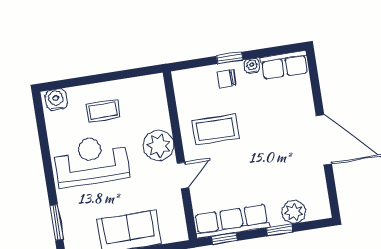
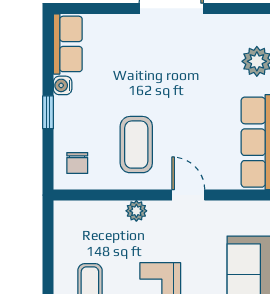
chair: (227, 79) -> (77, 163), moved
plant: (159, 146) -> (136, 211), width x0.53, depth x0.53

